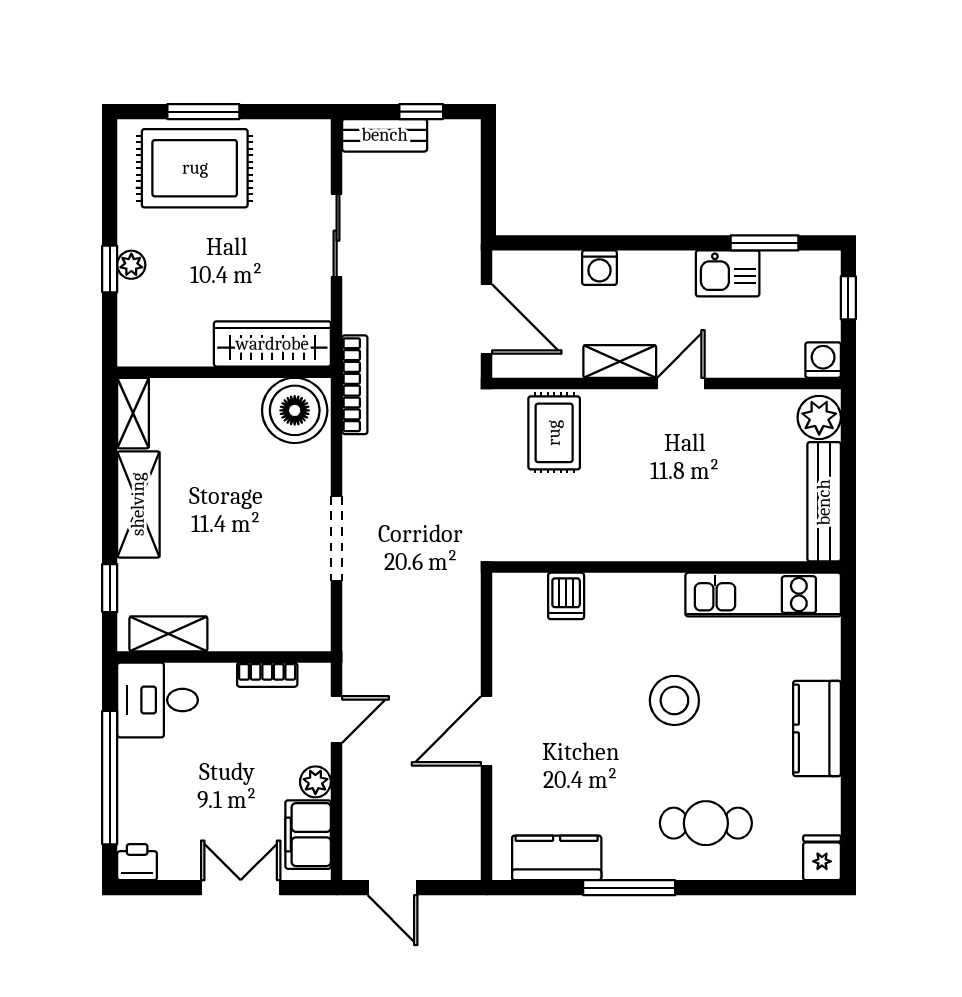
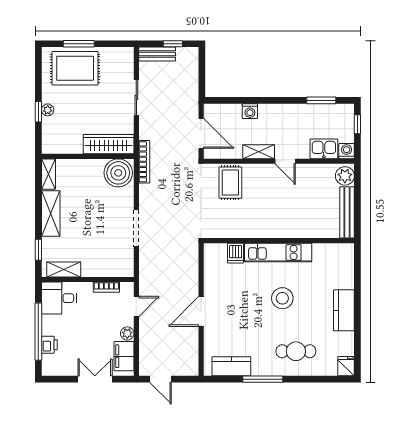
kitchen sink: (728, 273) -> (324, 149), moved, turned 180
door: (681, 383) -> (285, 161), swing flipped
kitchen unit: (763, 595) -> (278, 252), moved
printer: (137, 862) -> (49, 345), moved, turned 90

